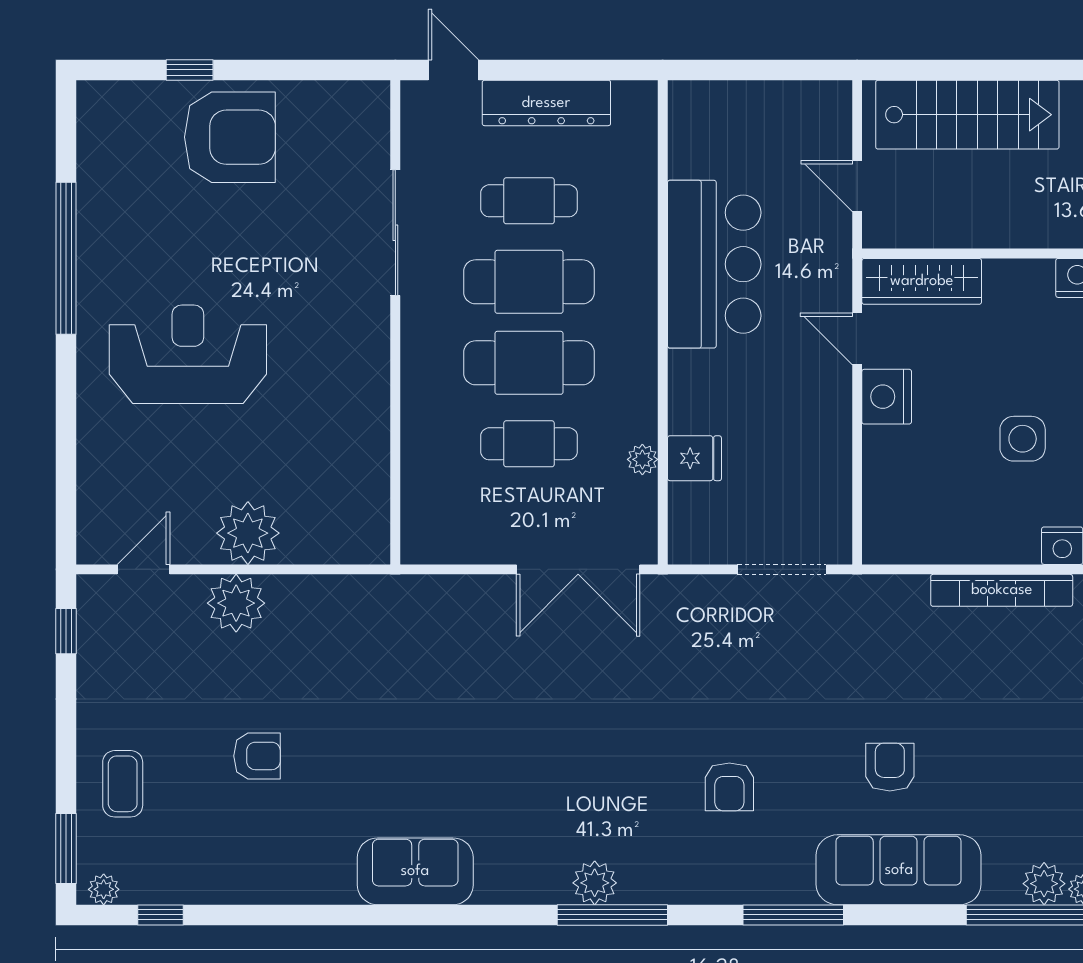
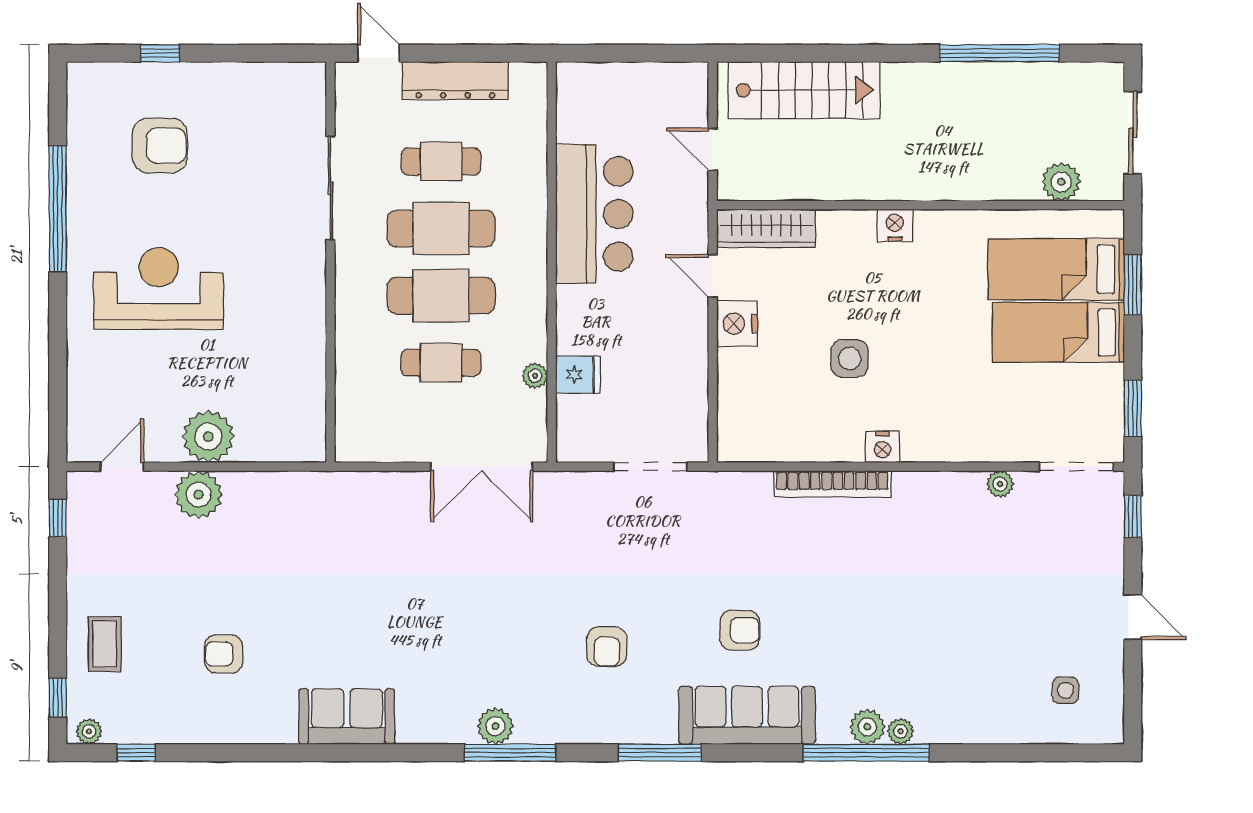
armchair: (230, 137) -> (160, 146), moved, width x0.73, depth x0.73
armchair: (257, 756) -> (224, 654), moved, turned 180
armchair: (890, 767) -> (740, 630), turned 90
window: (66, 848) -> (58, 698), width x0.67

